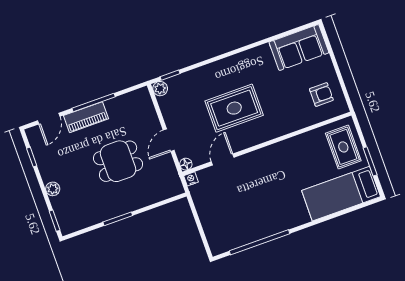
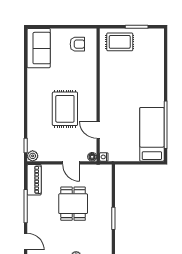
armchair: (321, 95) -> (77, 44), turned 90
piano: (86, 117) -> (34, 180), moved
bed: (341, 194) -> (152, 134), moved, turned 180

